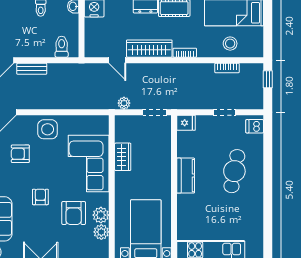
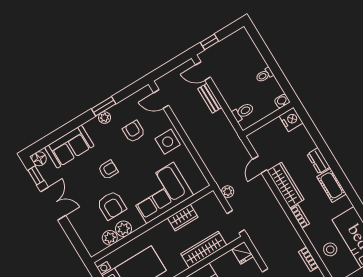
wardrobe: (162, 155) -> (204, 250), added
armchair: (74, 213) -> (112, 205), turned -90

